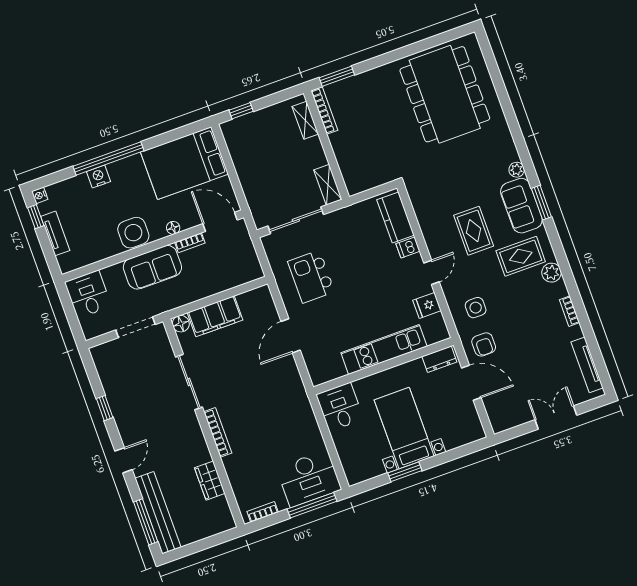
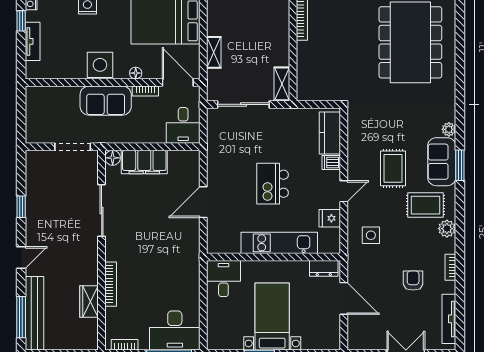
shelving: (305, 120) -> (214, 52), moved
kitchen island: (311, 277) -> (273, 184), moved
desk: (88, 294) -> (183, 125), moved, turned 180
armchair: (484, 344) -> (413, 281), moved, turned 180
bookcase: (218, 432) -> (111, 284), moved

